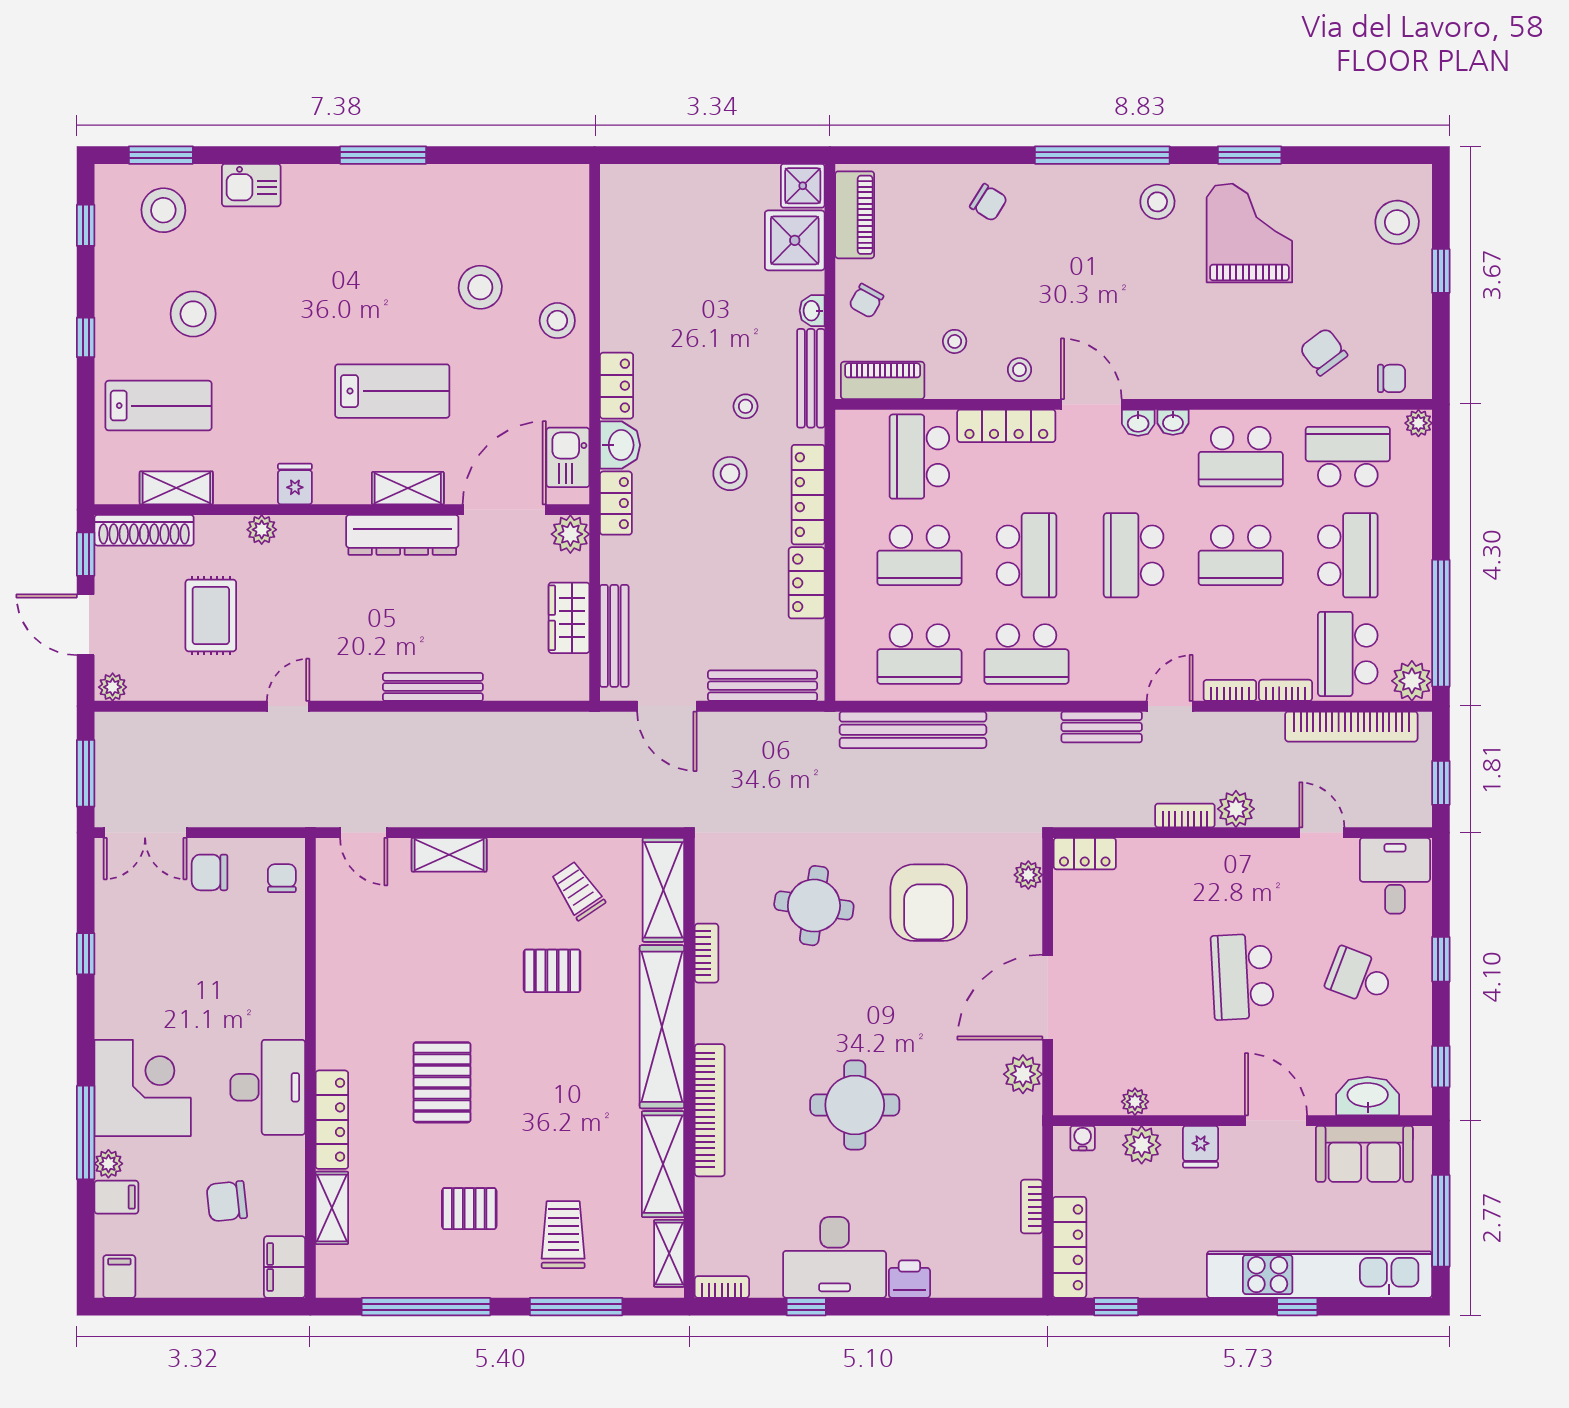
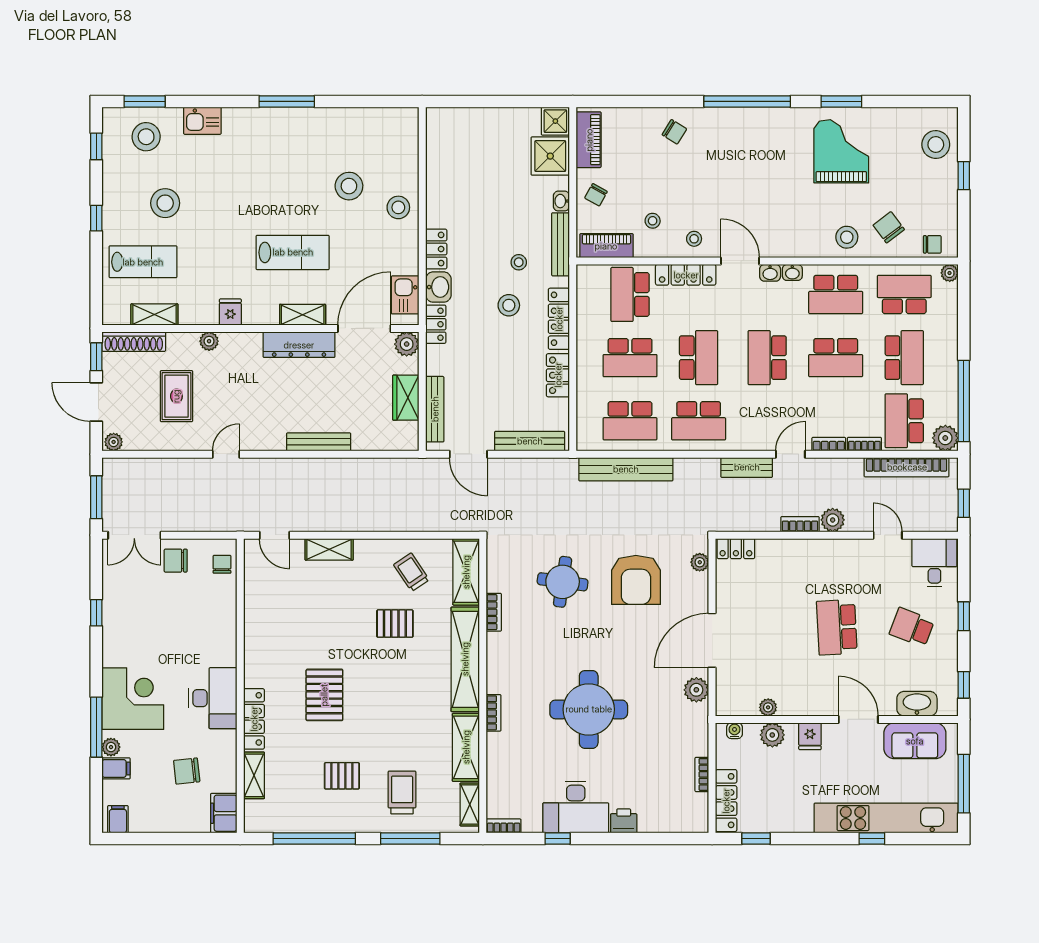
stool: (1157, 202) -> (847, 237), moved
round table: (855, 1105) -> (589, 709), width x1.36, depth x1.36
bookcase: (710, 1110) -> (494, 713), width x0.43, depth x0.76

